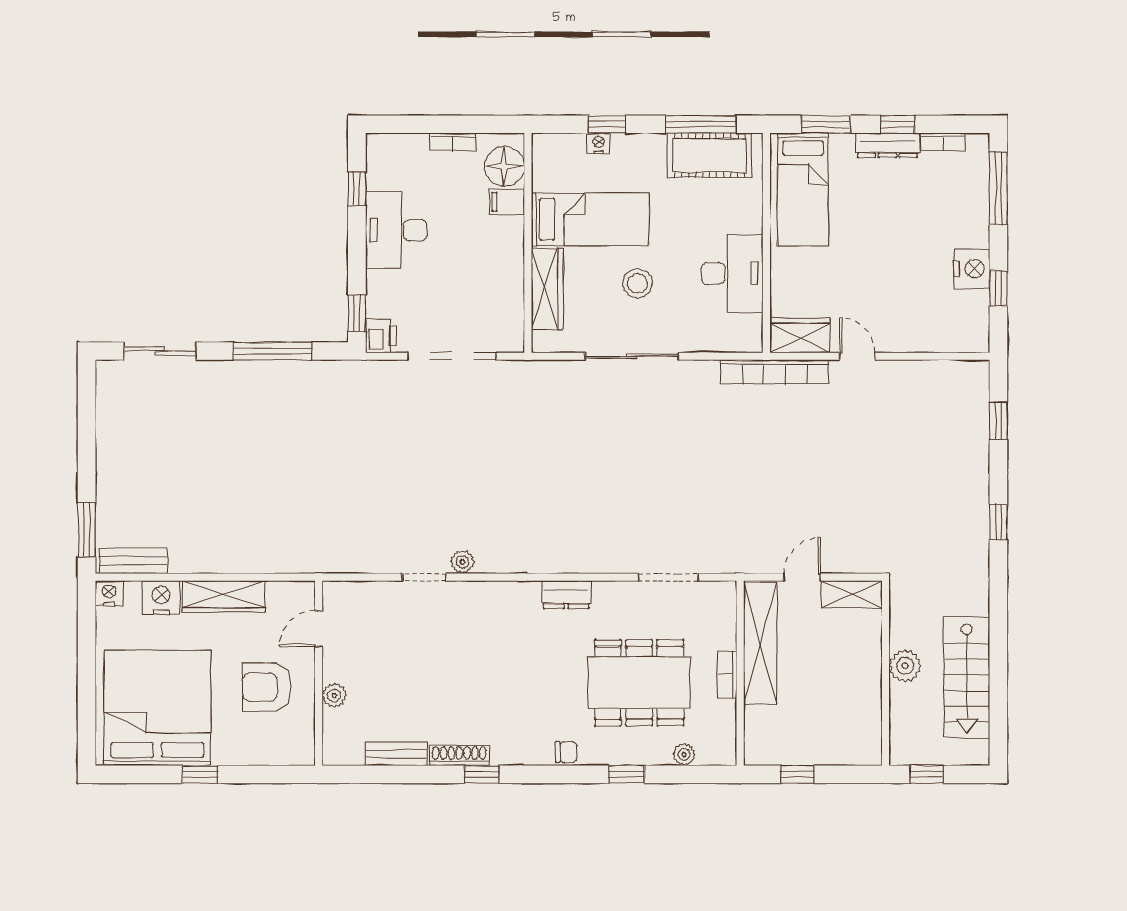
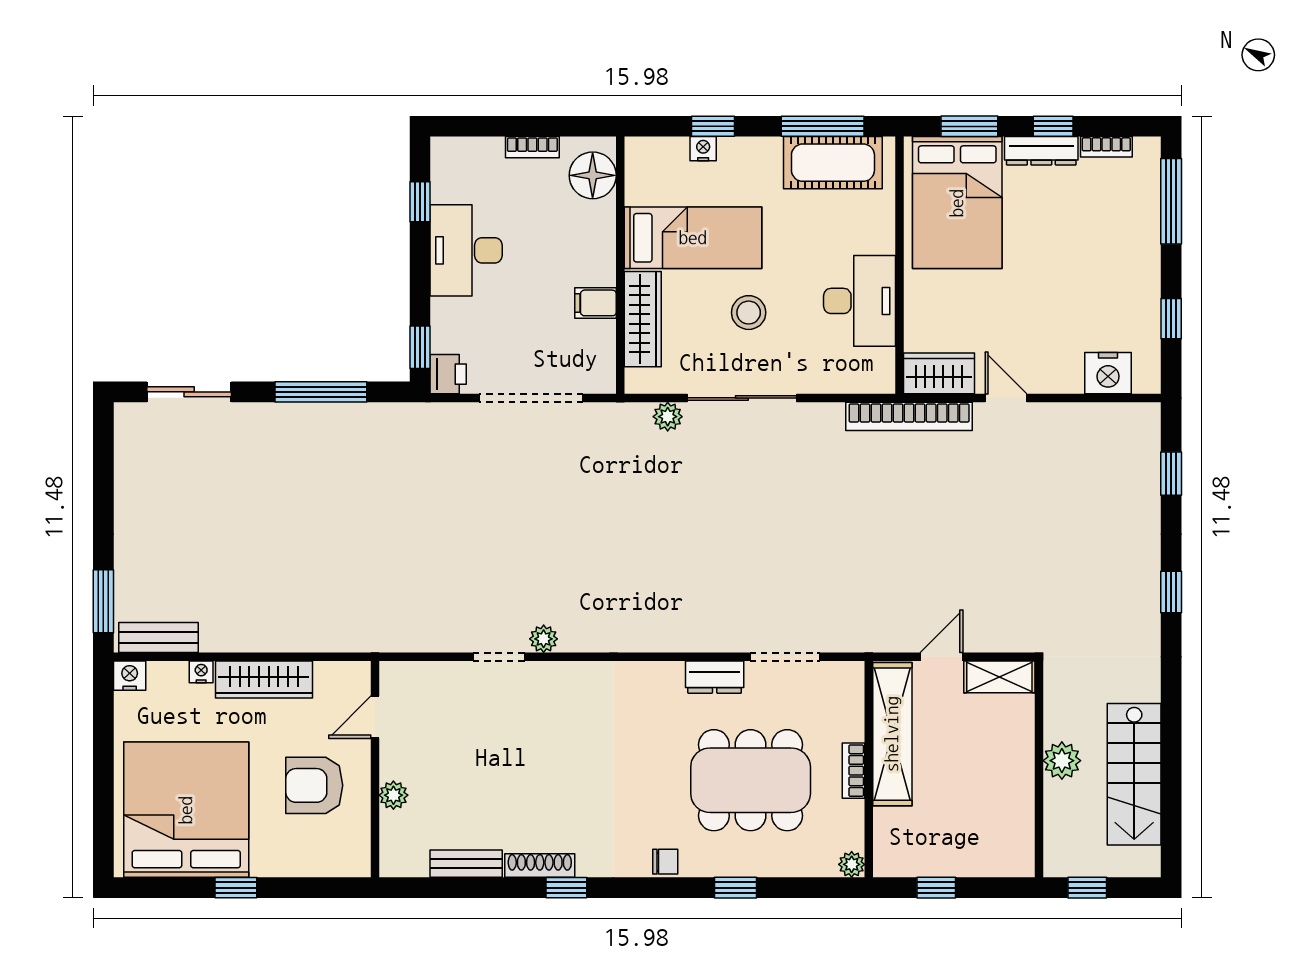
bed: (803, 189) -> (957, 203), width x1.50
filing cabinet: (507, 202) -> (596, 303), moved
nightstand: (972, 269) -> (1108, 373), moved, turned 90
plant: (568, 372) -> (668, 417), added
dresser: (566, 595) -> (715, 677), moved
nightstand: (161, 598) -> (201, 672), width x0.53, depth x0.56
plant: (684, 754) -> (852, 864), moved

